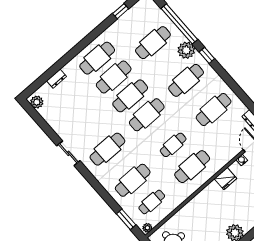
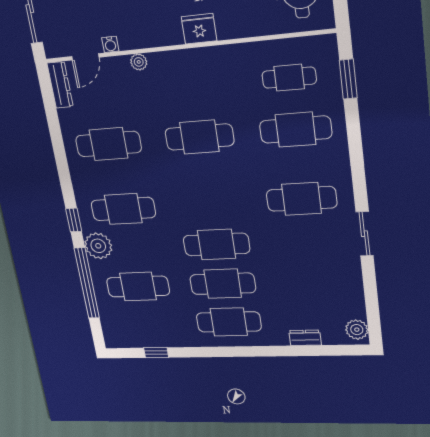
cafe table: (147, 115) -> (210, 204), removed
cafe table: (173, 145) -> (199, 137), width x1.37, depth x1.35
cafe table: (192, 167) -> (191, 87), removed
fridge: (225, 179) -> (199, 29), moved
plant: (147, 228) -> (139, 62), moved

